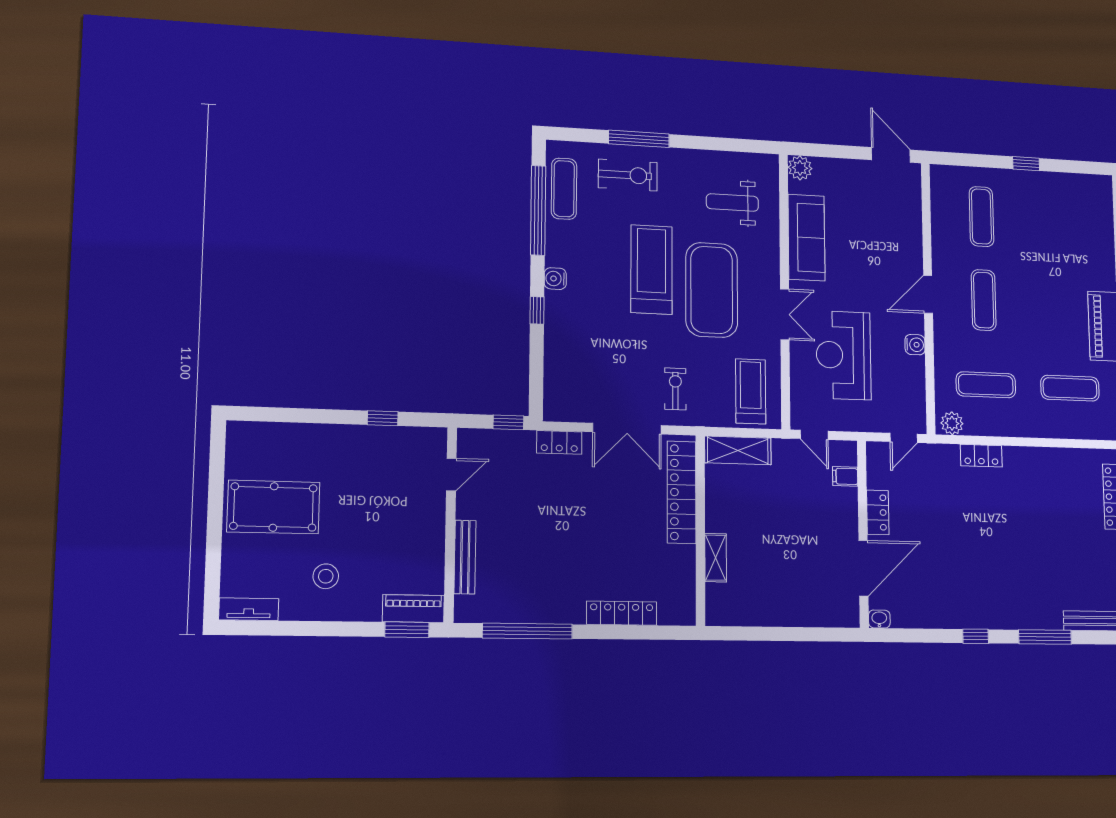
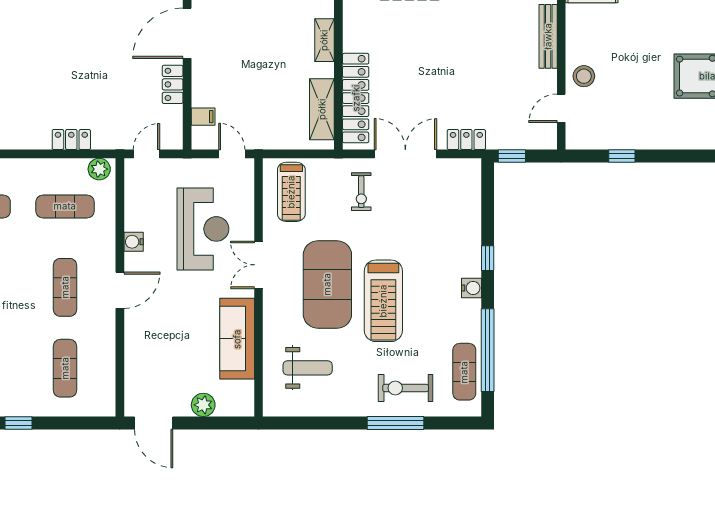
plant: (800, 168) -> (203, 405), moved
shelving: (738, 450) -> (322, 109), moved, turned 90
stool: (326, 576) -> (584, 76), moved

